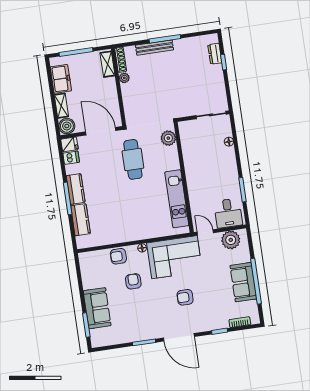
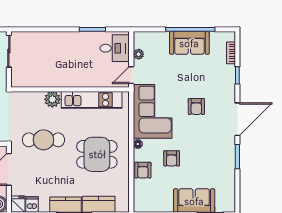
plant: (168, 138) -> (52, 99), moved
floor lamp: (229, 142) -> (40, 36), removed
dining table: (127, 211) -> (97, 154), added
plant: (231, 240) -> (139, 54), width x0.53, depth x0.53
armchair: (133, 281) -> (172, 158), turned -90

